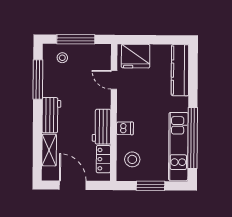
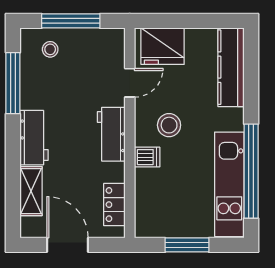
door: (114, 80) -> (130, 83), swing flipped
workbench: (102, 127) -> (111, 134), moved
stool: (132, 159) -> (169, 125), moved

